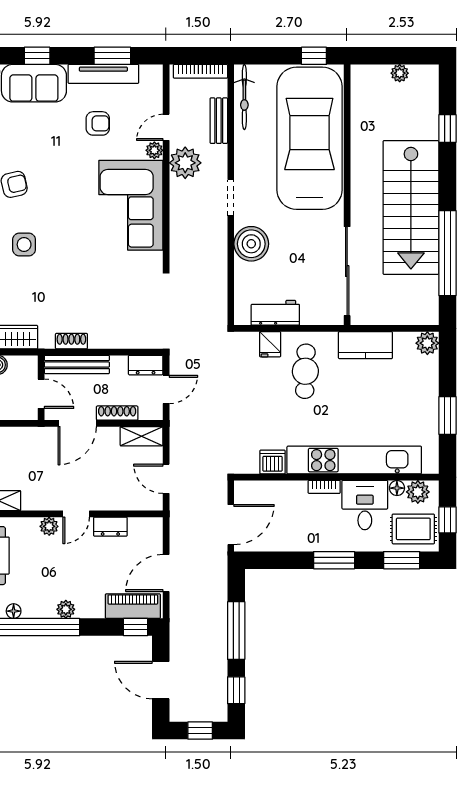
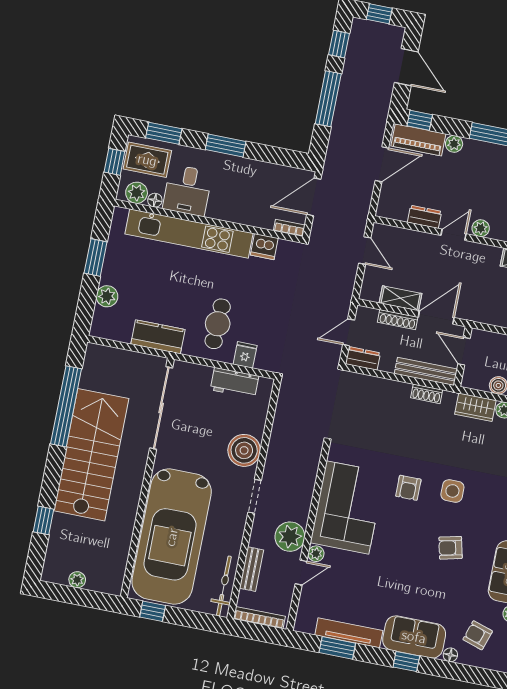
armchair: (98, 123) -> (408, 488), moved, turned -90
plant: (427, 343) -> (107, 296), moved
shelving: (141, 436) -> (401, 298), moved
bookcase: (324, 487) -> (289, 228), moved
plant: (66, 609) -> (454, 144), moved

